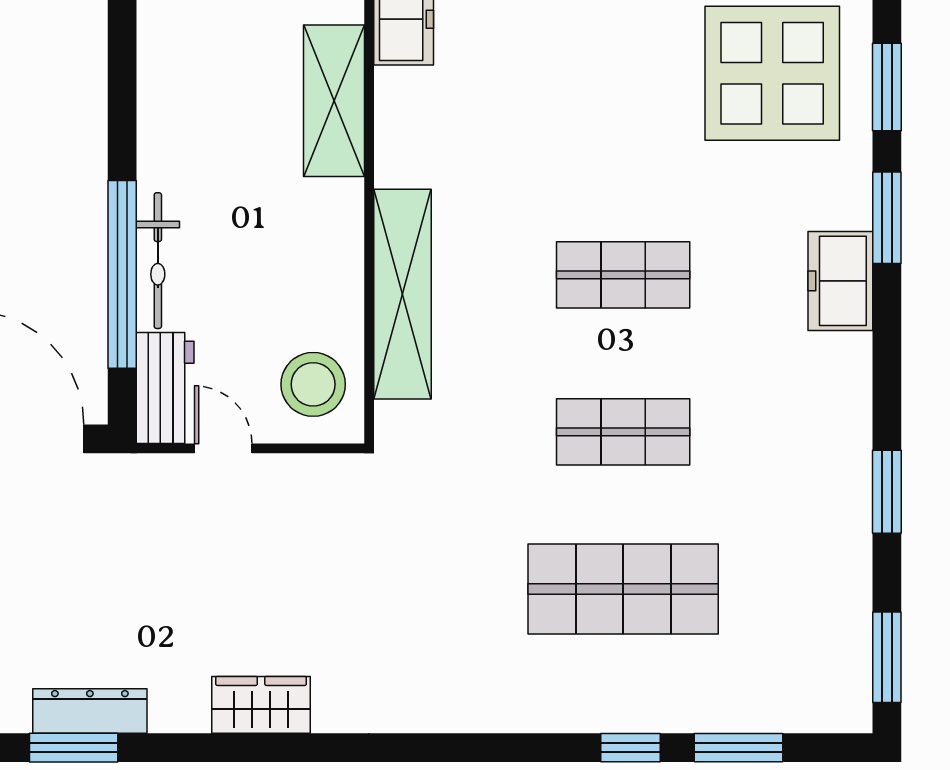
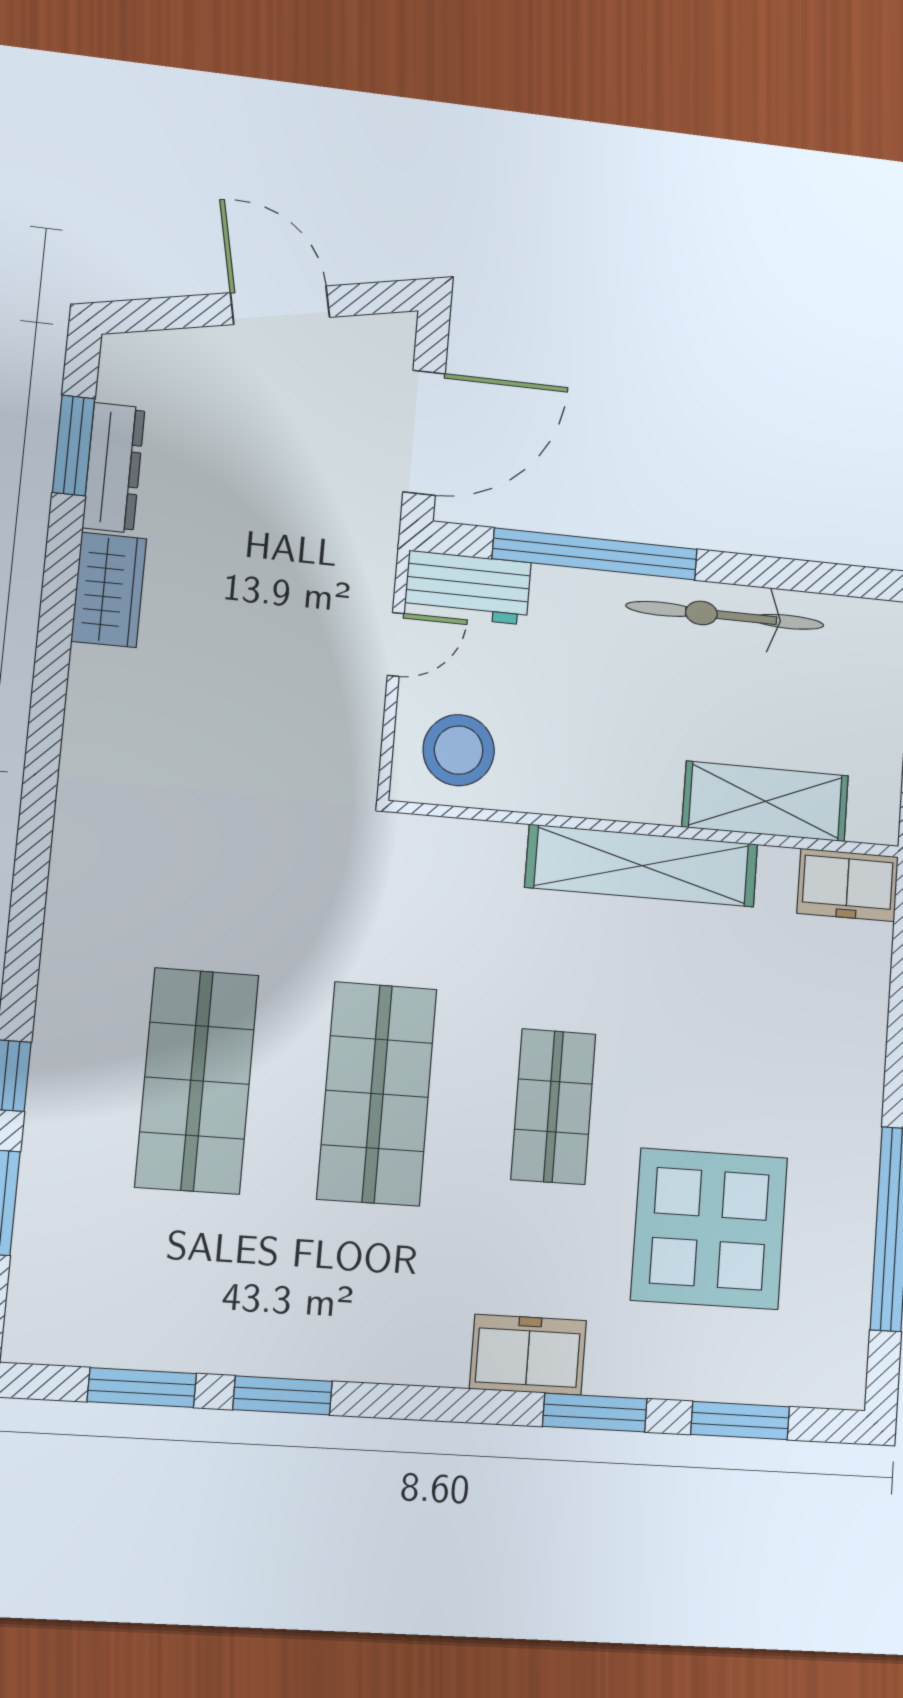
display table: (772, 73) -> (709, 1229), moved
bicycle: (158, 261) -> (725, 615), moved, width x1.37, depth x1.40
shelving: (402, 294) -> (642, 866), moved
shop shelf: (623, 432) -> (377, 1094), width x1.43, depth x1.36
window: (887, 657) -> (142, 1388), moved
wardrobe: (261, 705) -> (109, 590), moved

